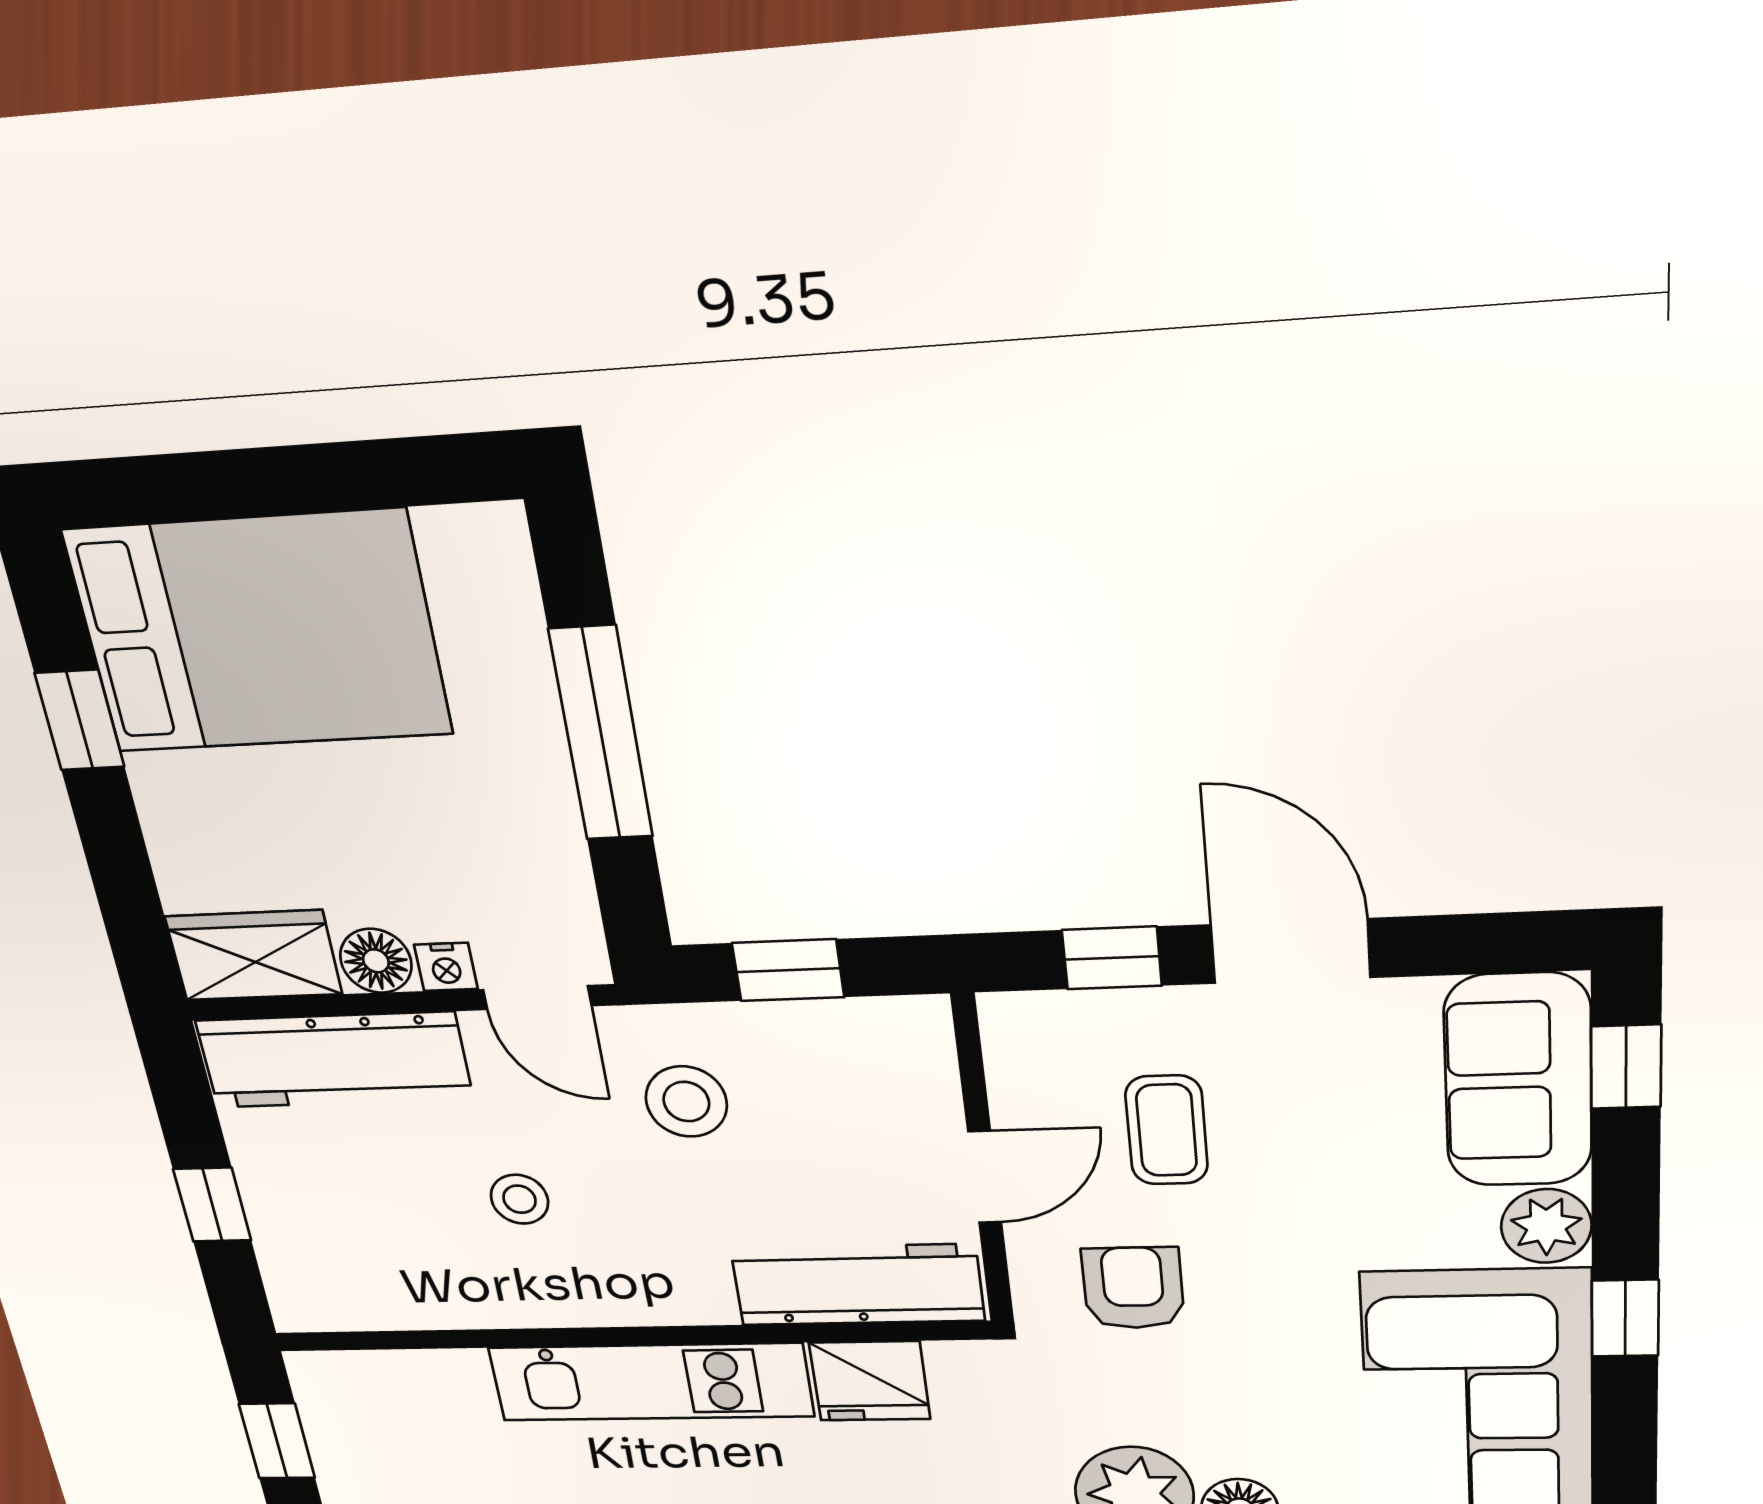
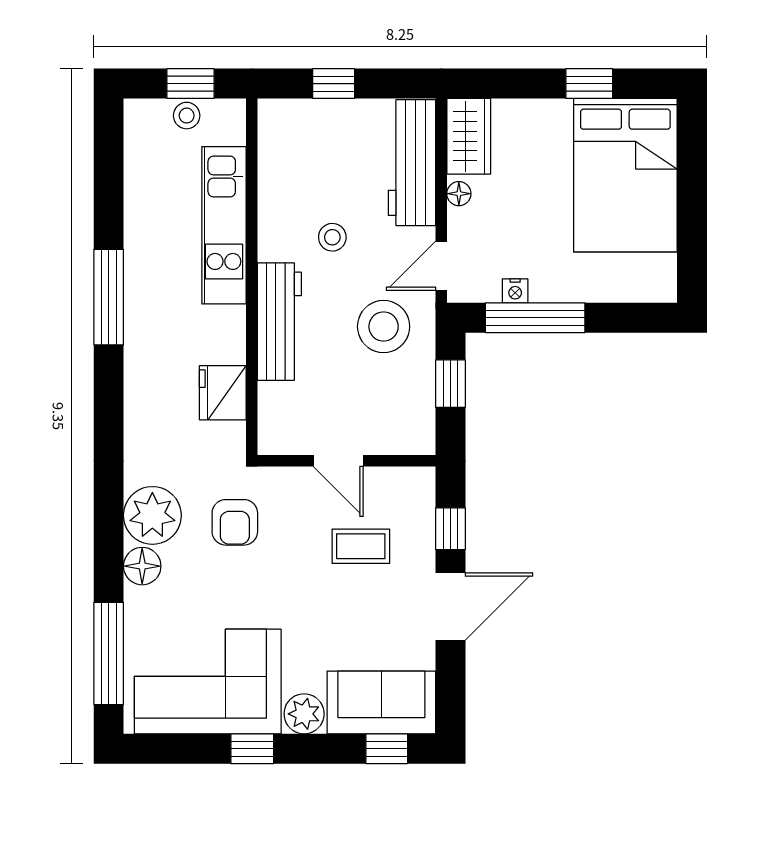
window: (601, 734) -> (535, 318), moved
floor lamp: (376, 961) -> (459, 194), width x0.73, depth x0.73
nightstand: (446, 967) -> (515, 291), moved, turned -90
stool: (686, 1102) -> (384, 327), width x1.38, depth x1.38
workbench: (858, 1285) -> (279, 322), moved
armchair: (1133, 1288) -> (235, 522), moved, turned 90
kitchen unit: (651, 1382) -> (224, 225), moved
stool: (339, 1446) -> (187, 116), added

